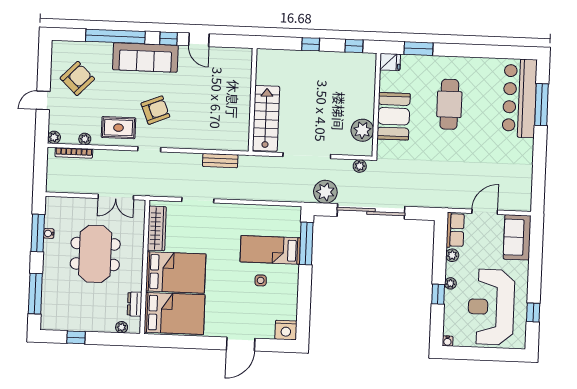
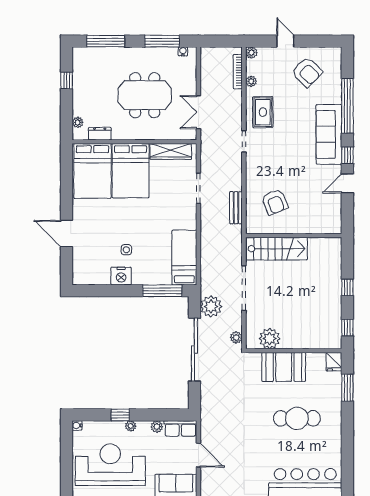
armchair: (155, 110) -> (275, 202), moved
water cooler: (49, 233) -> (183, 51), moved
bed: (270, 250) -> (184, 257), moved
nightstand: (286, 330) -> (121, 276), moved, turned -90

